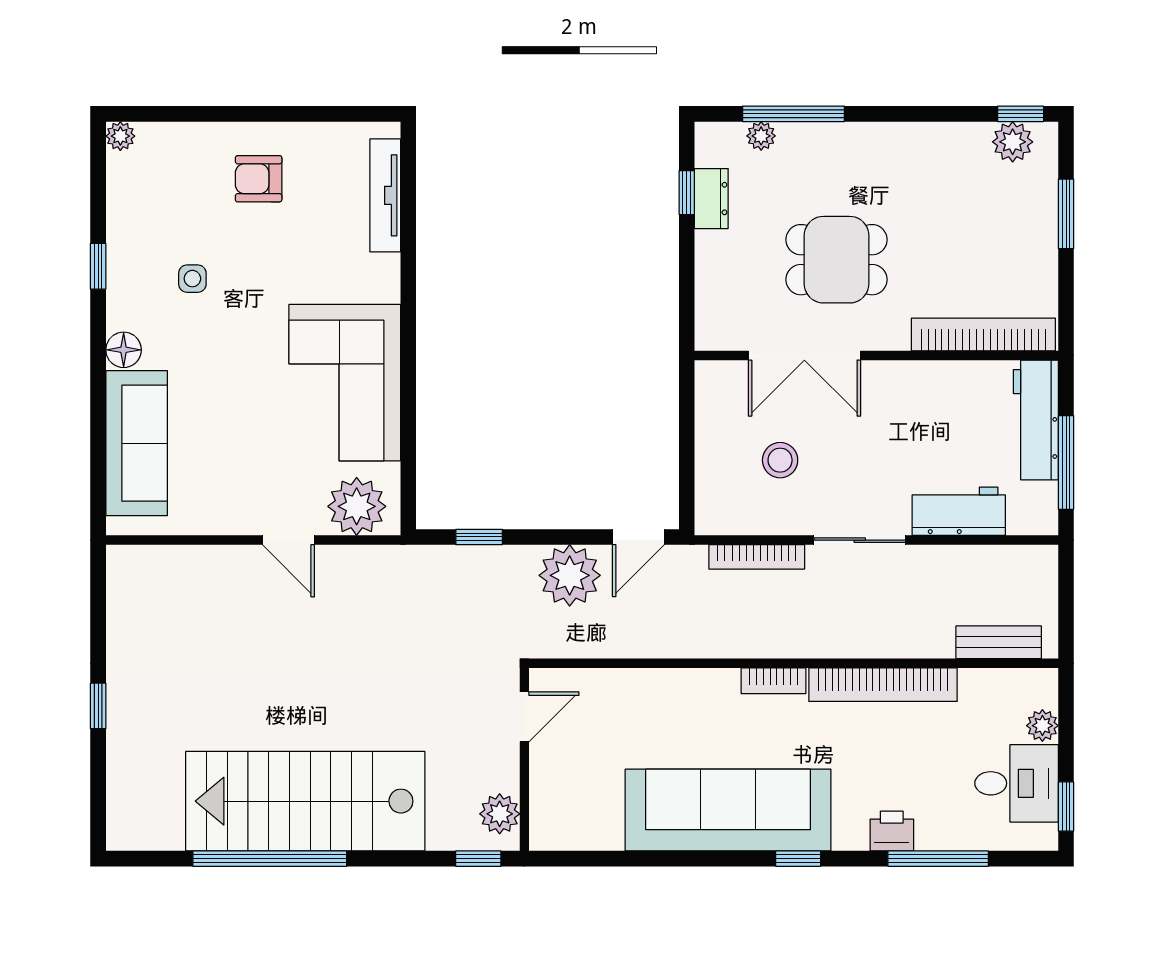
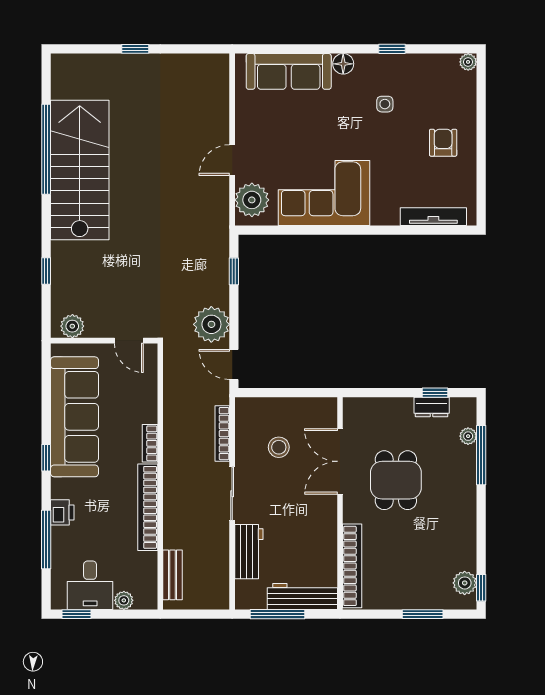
door: (524, 717) -> (129, 341), moved
wall: (524, 759) -> (104, 341), moved
plant: (500, 814) -> (72, 326), moved

